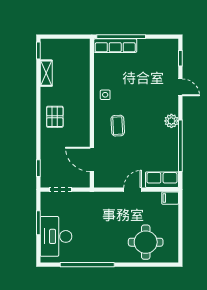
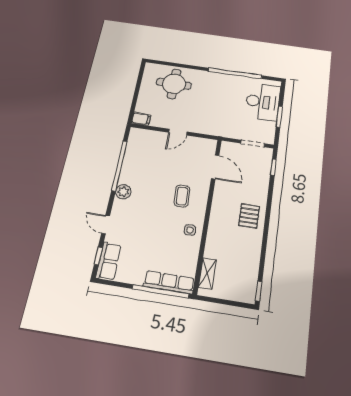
shelving: (46, 73) -> (207, 273), moved
row of seats: (162, 180) -> (109, 261), moved, turned -90

